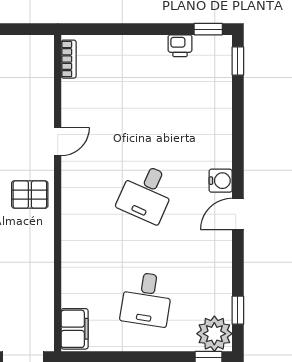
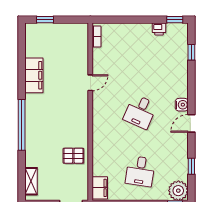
window: (238, 61) -> (191, 52), moved
pallet: (30, 195) -> (73, 156), moved
window: (238, 310) -> (191, 166), moved

